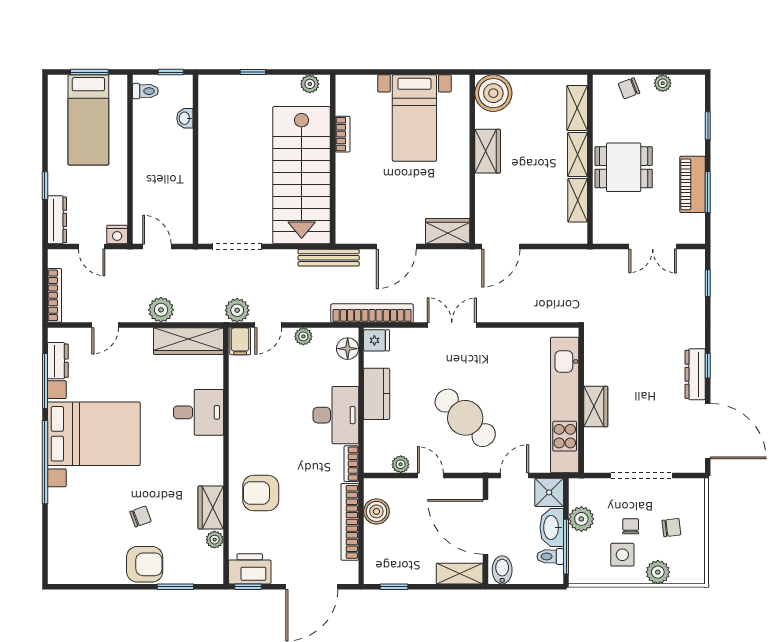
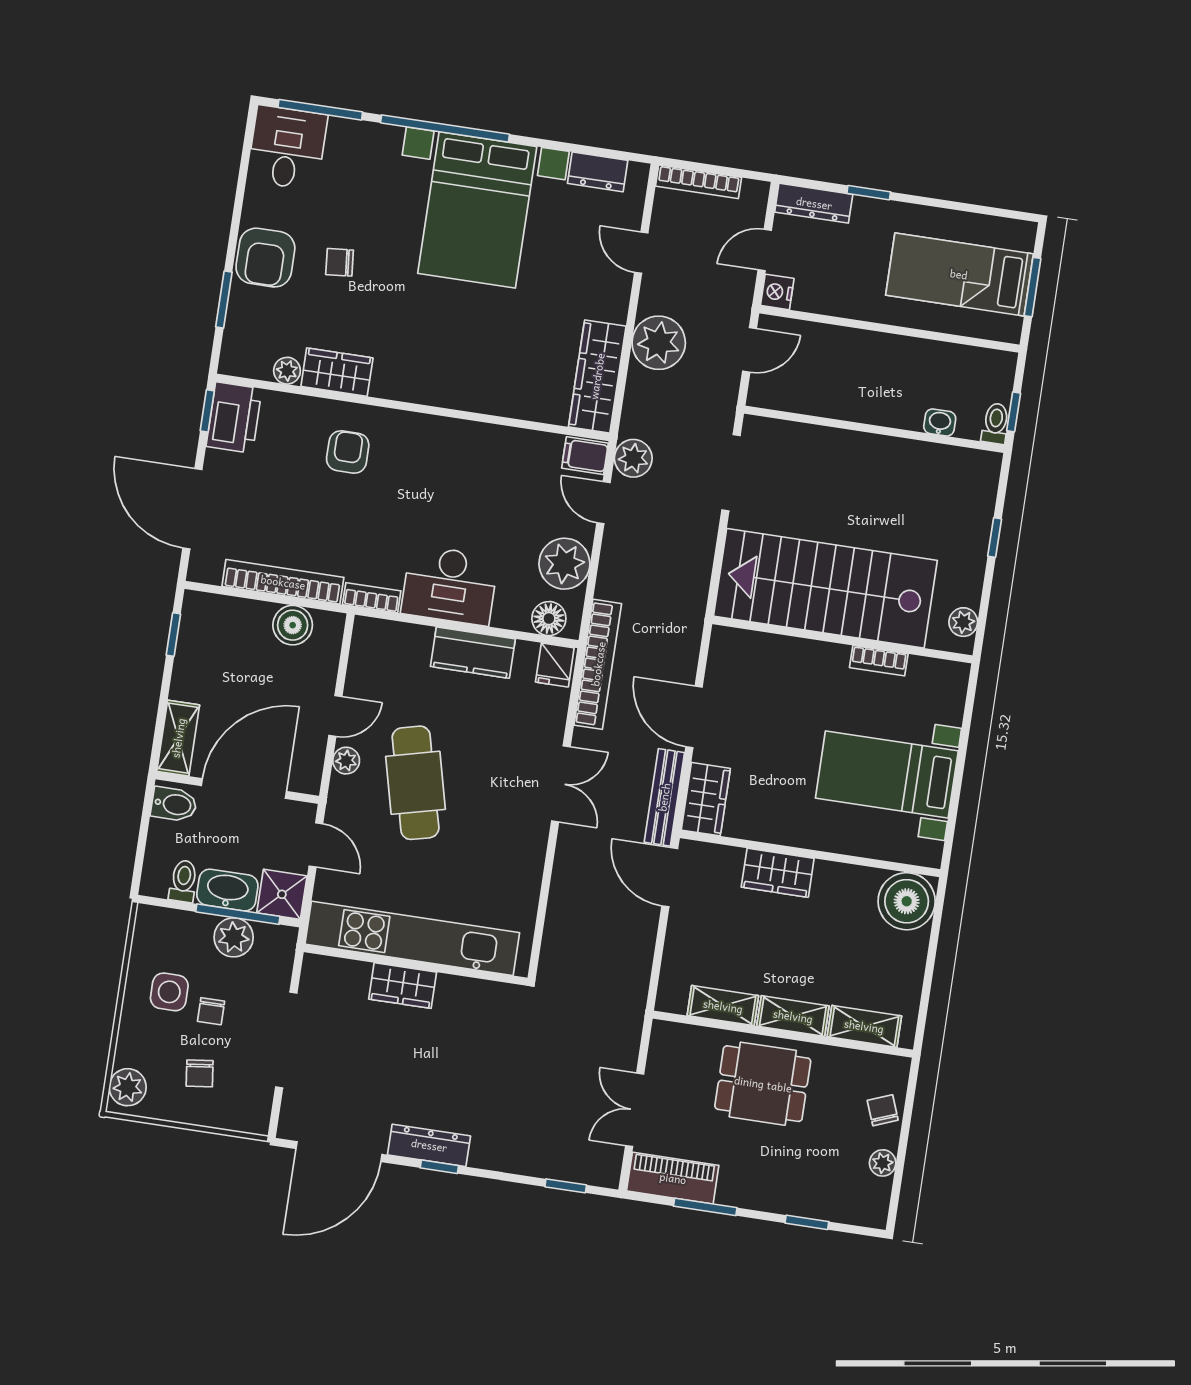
toilet: (145, 91) -> (995, 423), moved, turned 180
wardrobe: (488, 151) -> (778, 873), moved
dining table: (624, 167) -> (763, 1084), turned 90
piano: (693, 184) -> (673, 1178), moved
bench: (329, 258) -> (664, 797), moved
plant: (161, 310) -> (659, 343), width x1.36, depth x1.36
plant: (303, 336) -> (564, 564), width x1.87, depth x1.87
window: (45, 381) -> (320, 110), moved
desk: (198, 412) -> (287, 148), moved, turned 180
cafe table: (465, 418) -> (416, 783), turned -57
plant: (401, 464) -> (346, 761), moved
armchair: (261, 493) -> (348, 452), width x0.72, depth x0.72
chair: (140, 517) -> (340, 262), turned 105
chair: (631, 526) -> (211, 1011), turned 90
window: (566, 547) -> (238, 914), moved
plant: (658, 572) -> (128, 1087), moved

